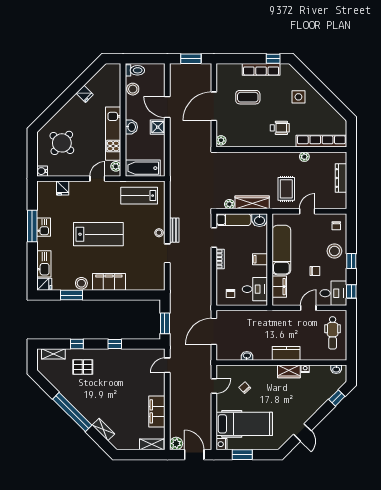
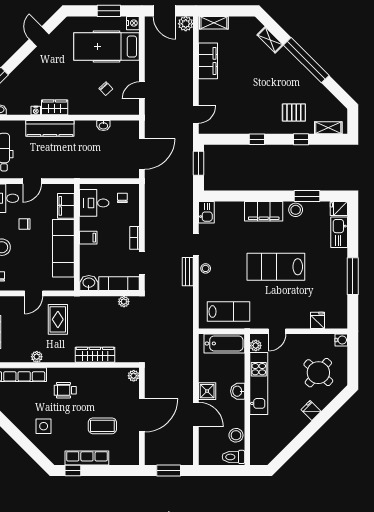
fridge: (85, 94) -> (311, 410), moved
wardrobe: (252, 202) -> (95, 355), moved, turned 180
kitchen sink: (44, 227) -> (206, 212), moved, turned 180
kitchen counter: (286, 353) -> (50, 128), width x1.50

